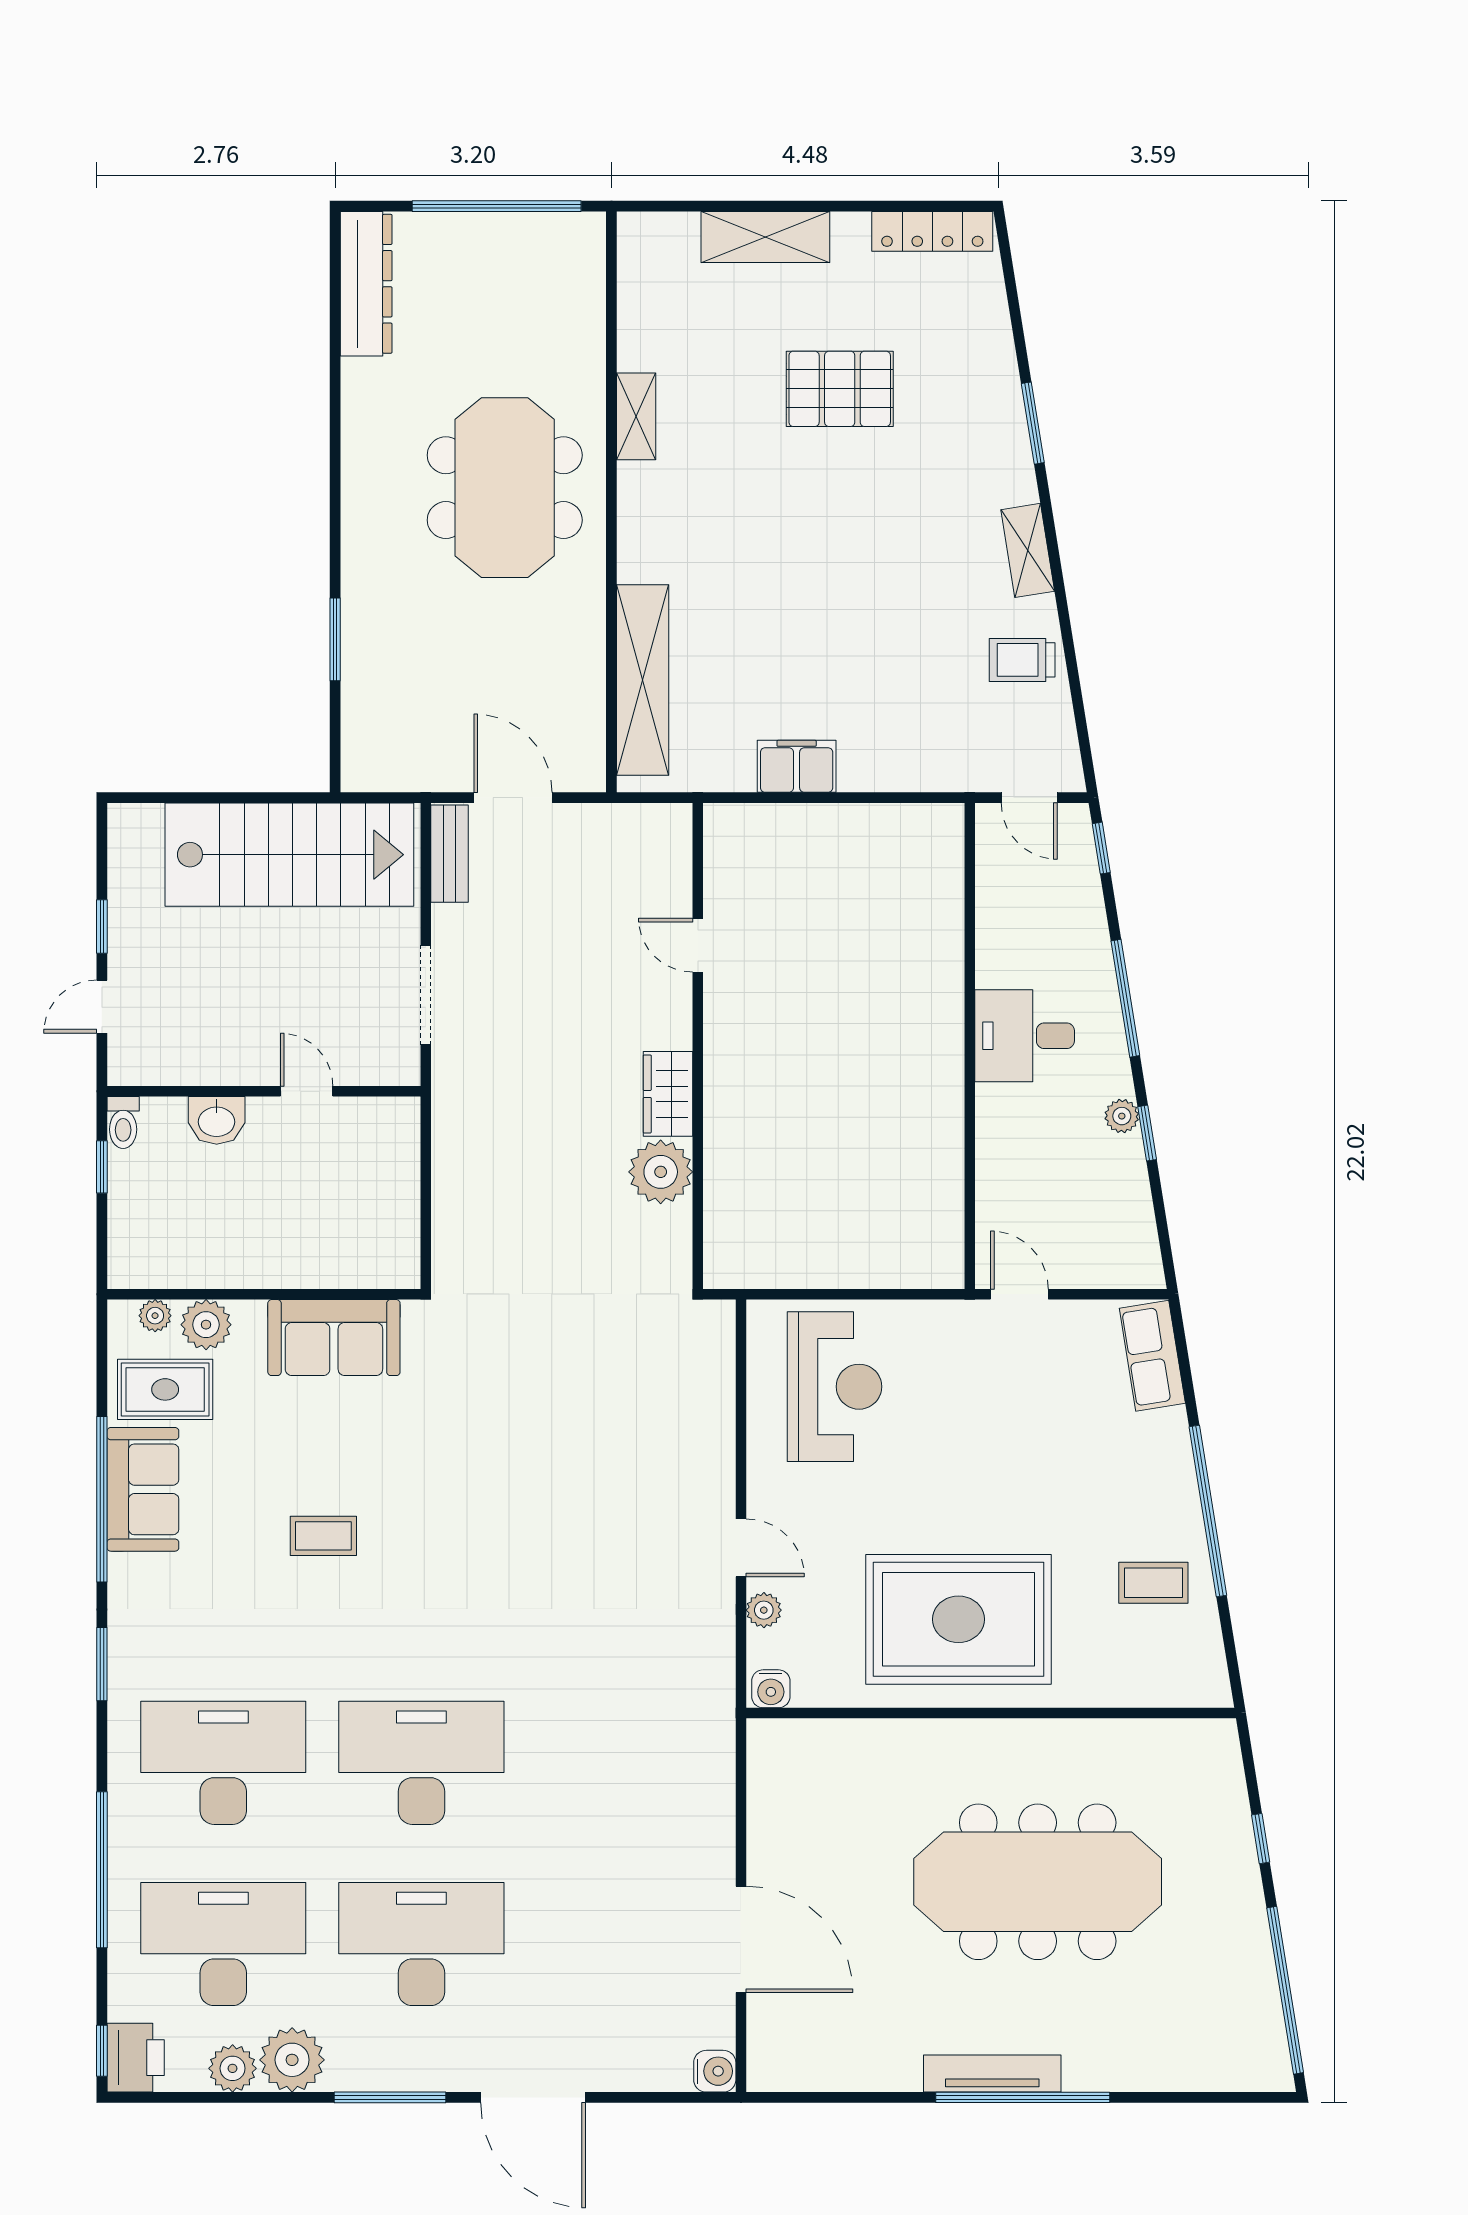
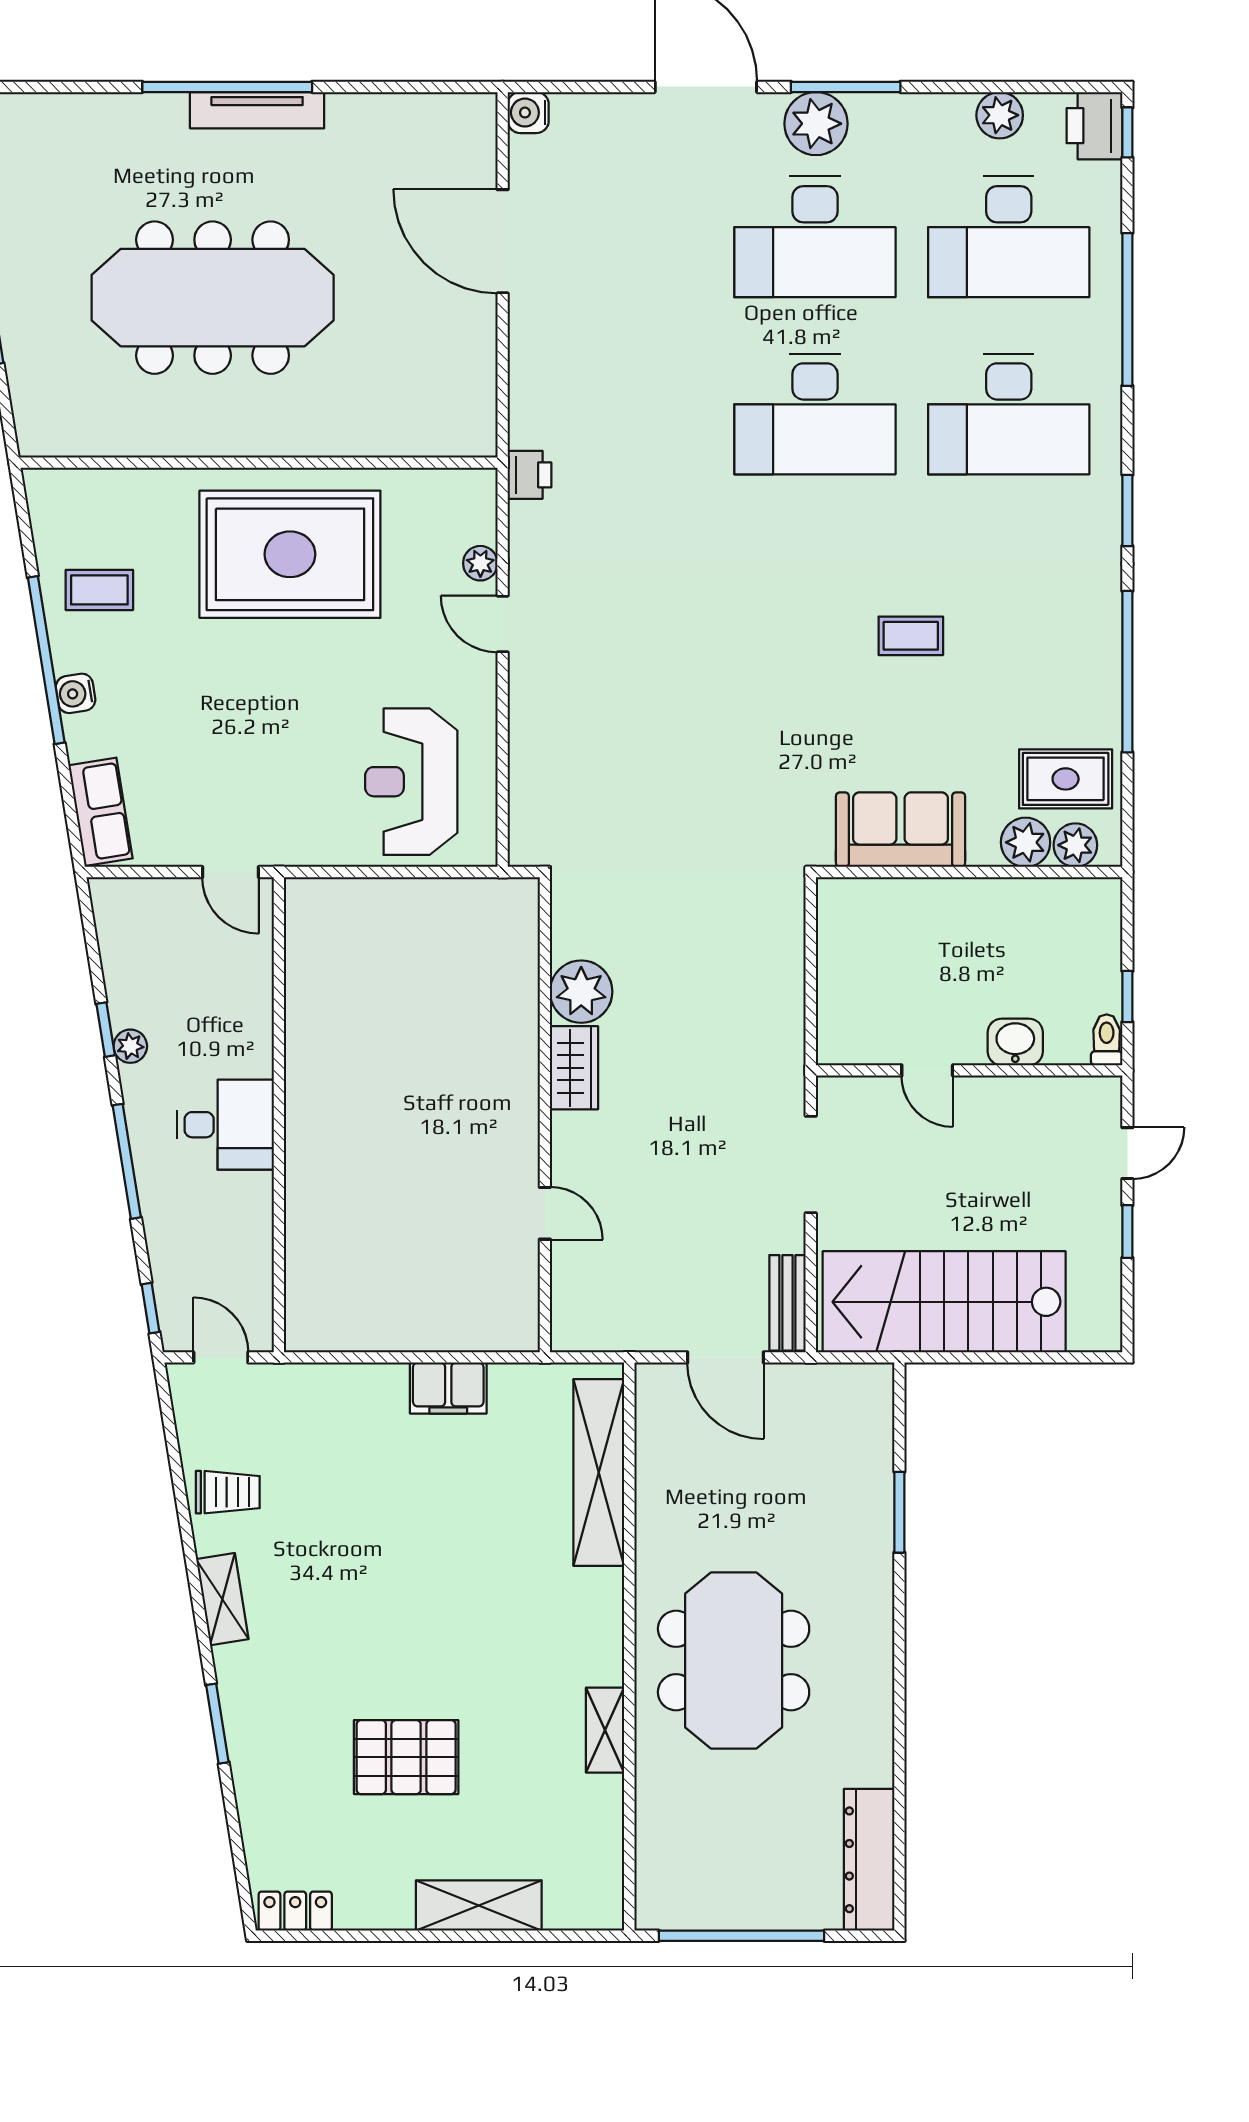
locker: (932, 231) -> (295, 1911), width x0.66
plant: (155, 1316) -> (1075, 845), width x1.38, depth x1.38
sofa: (143, 1489) -> (1087, 681), removed
water cooler: (771, 1689) -> (76, 693), moved, turned -99
printer: (713, 1701) -> (529, 475), added
plant: (292, 2060) -> (816, 124), moved

